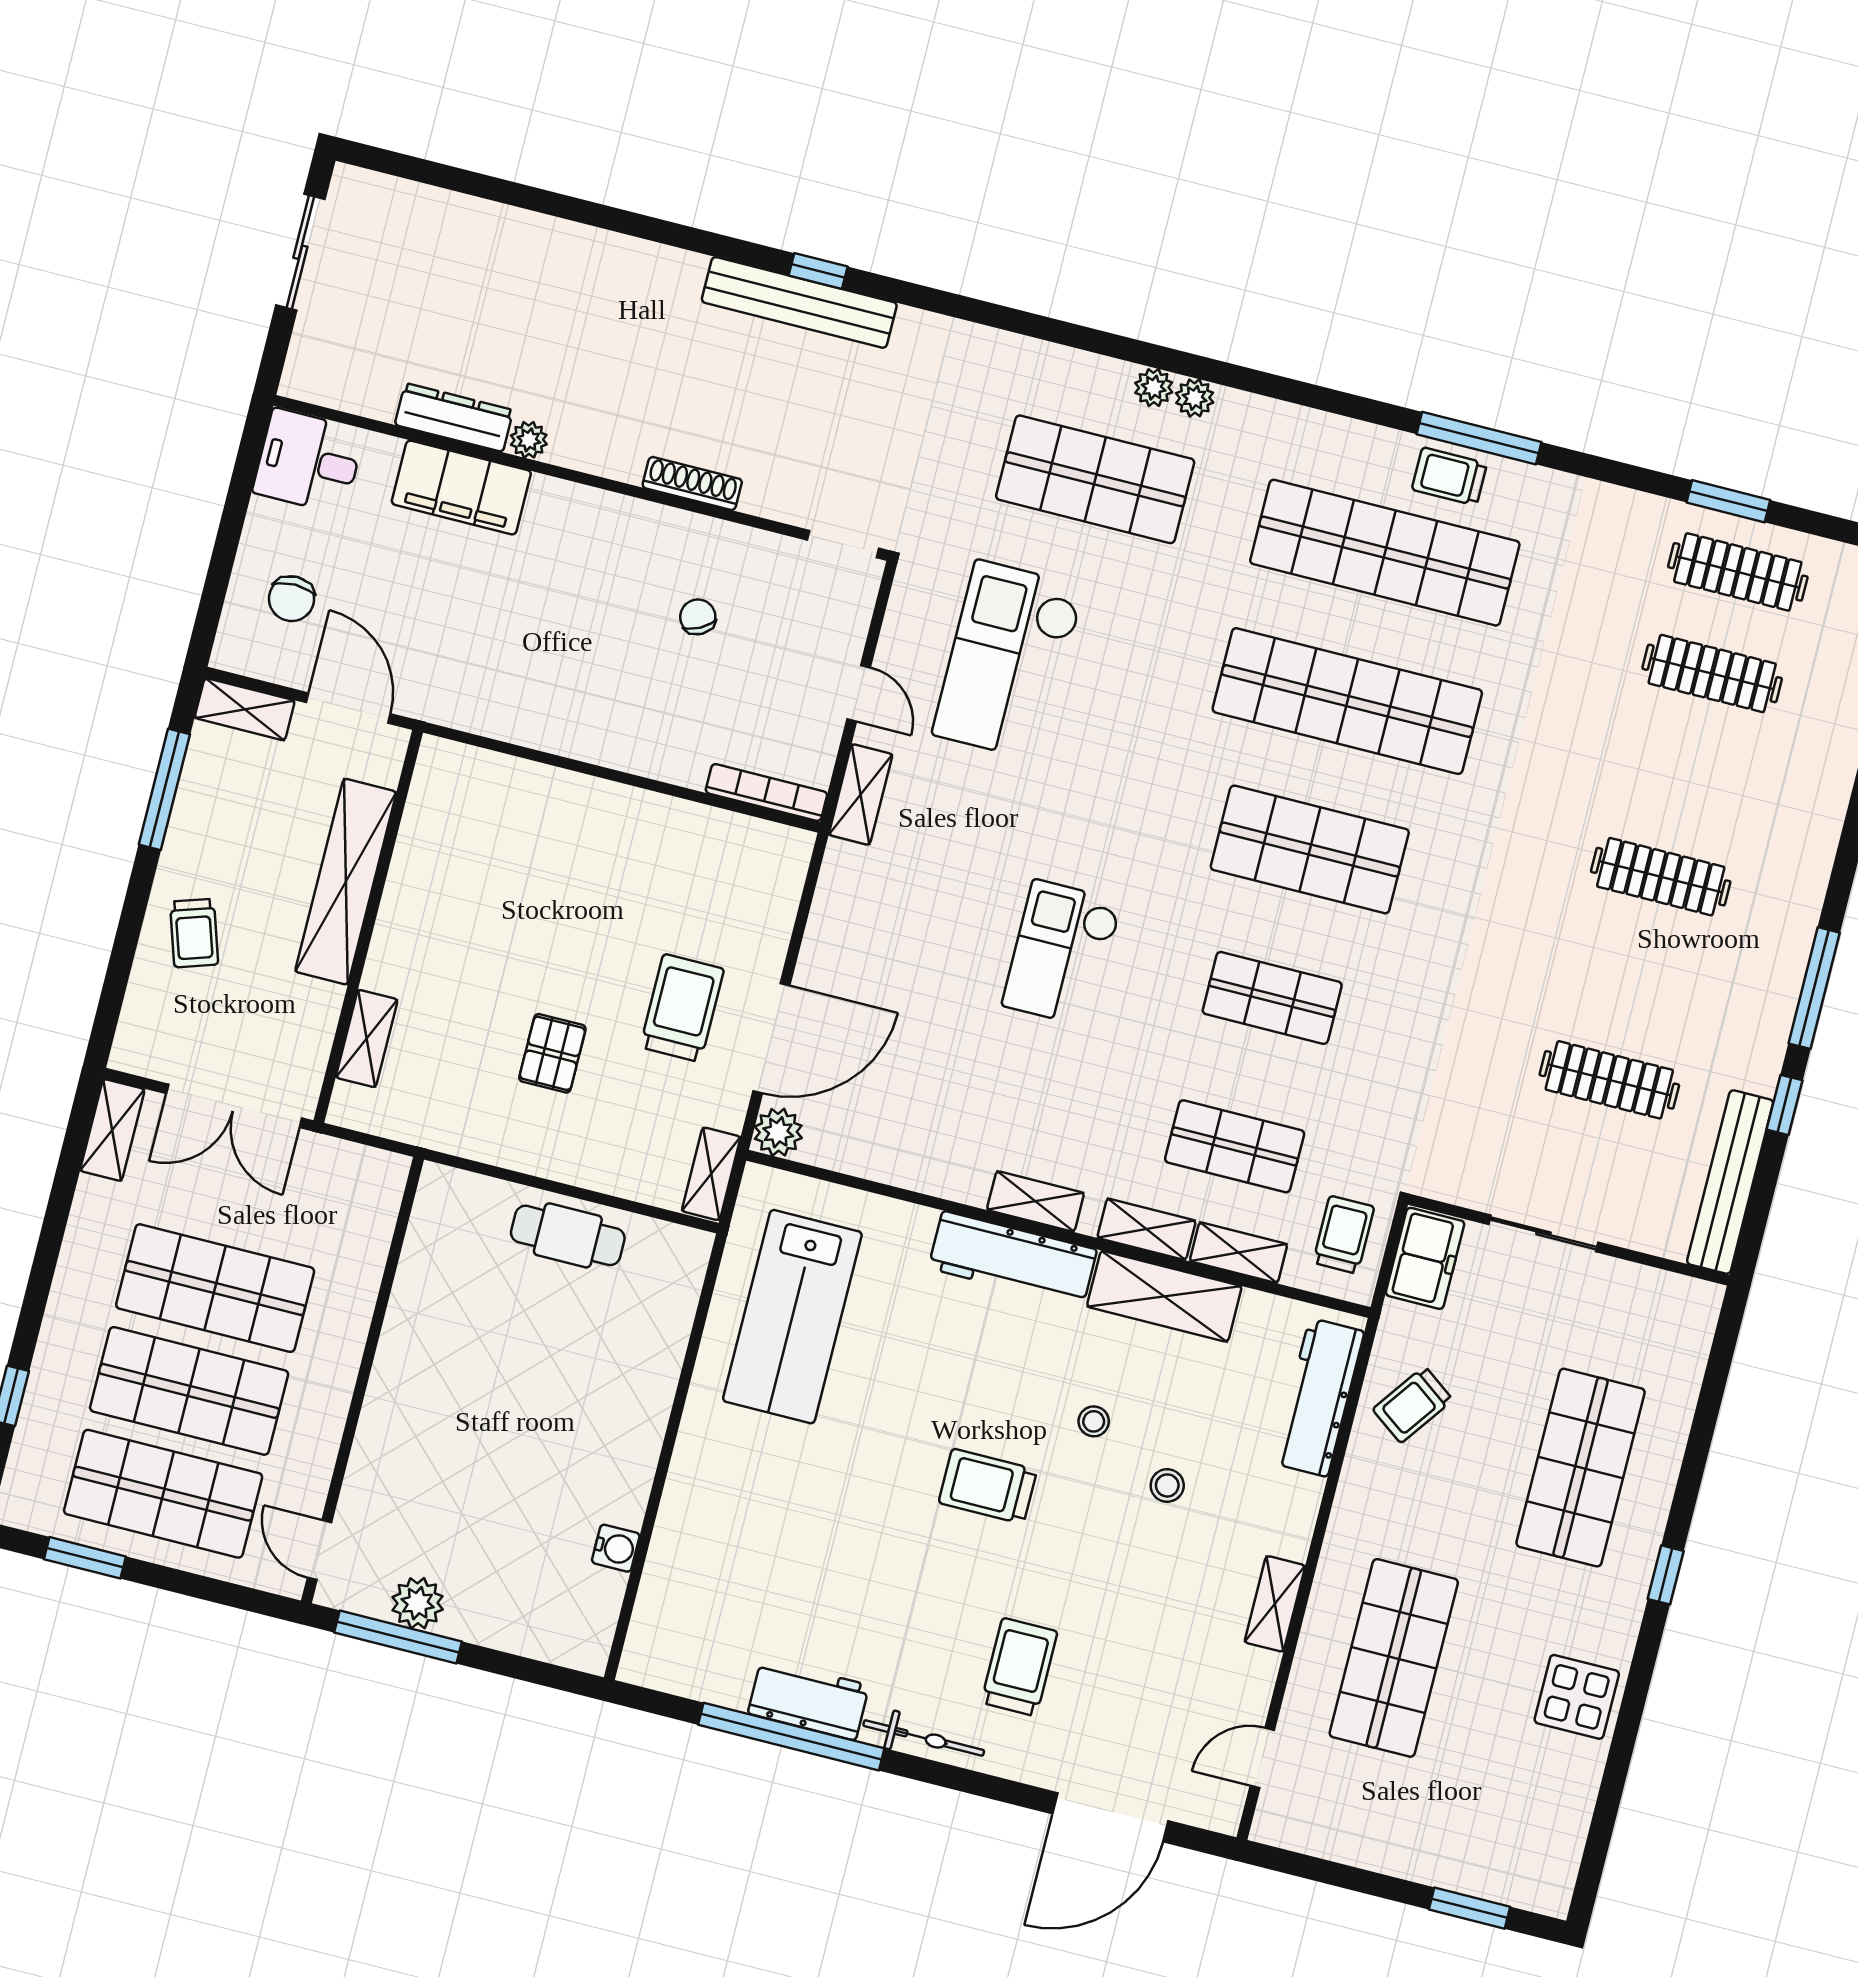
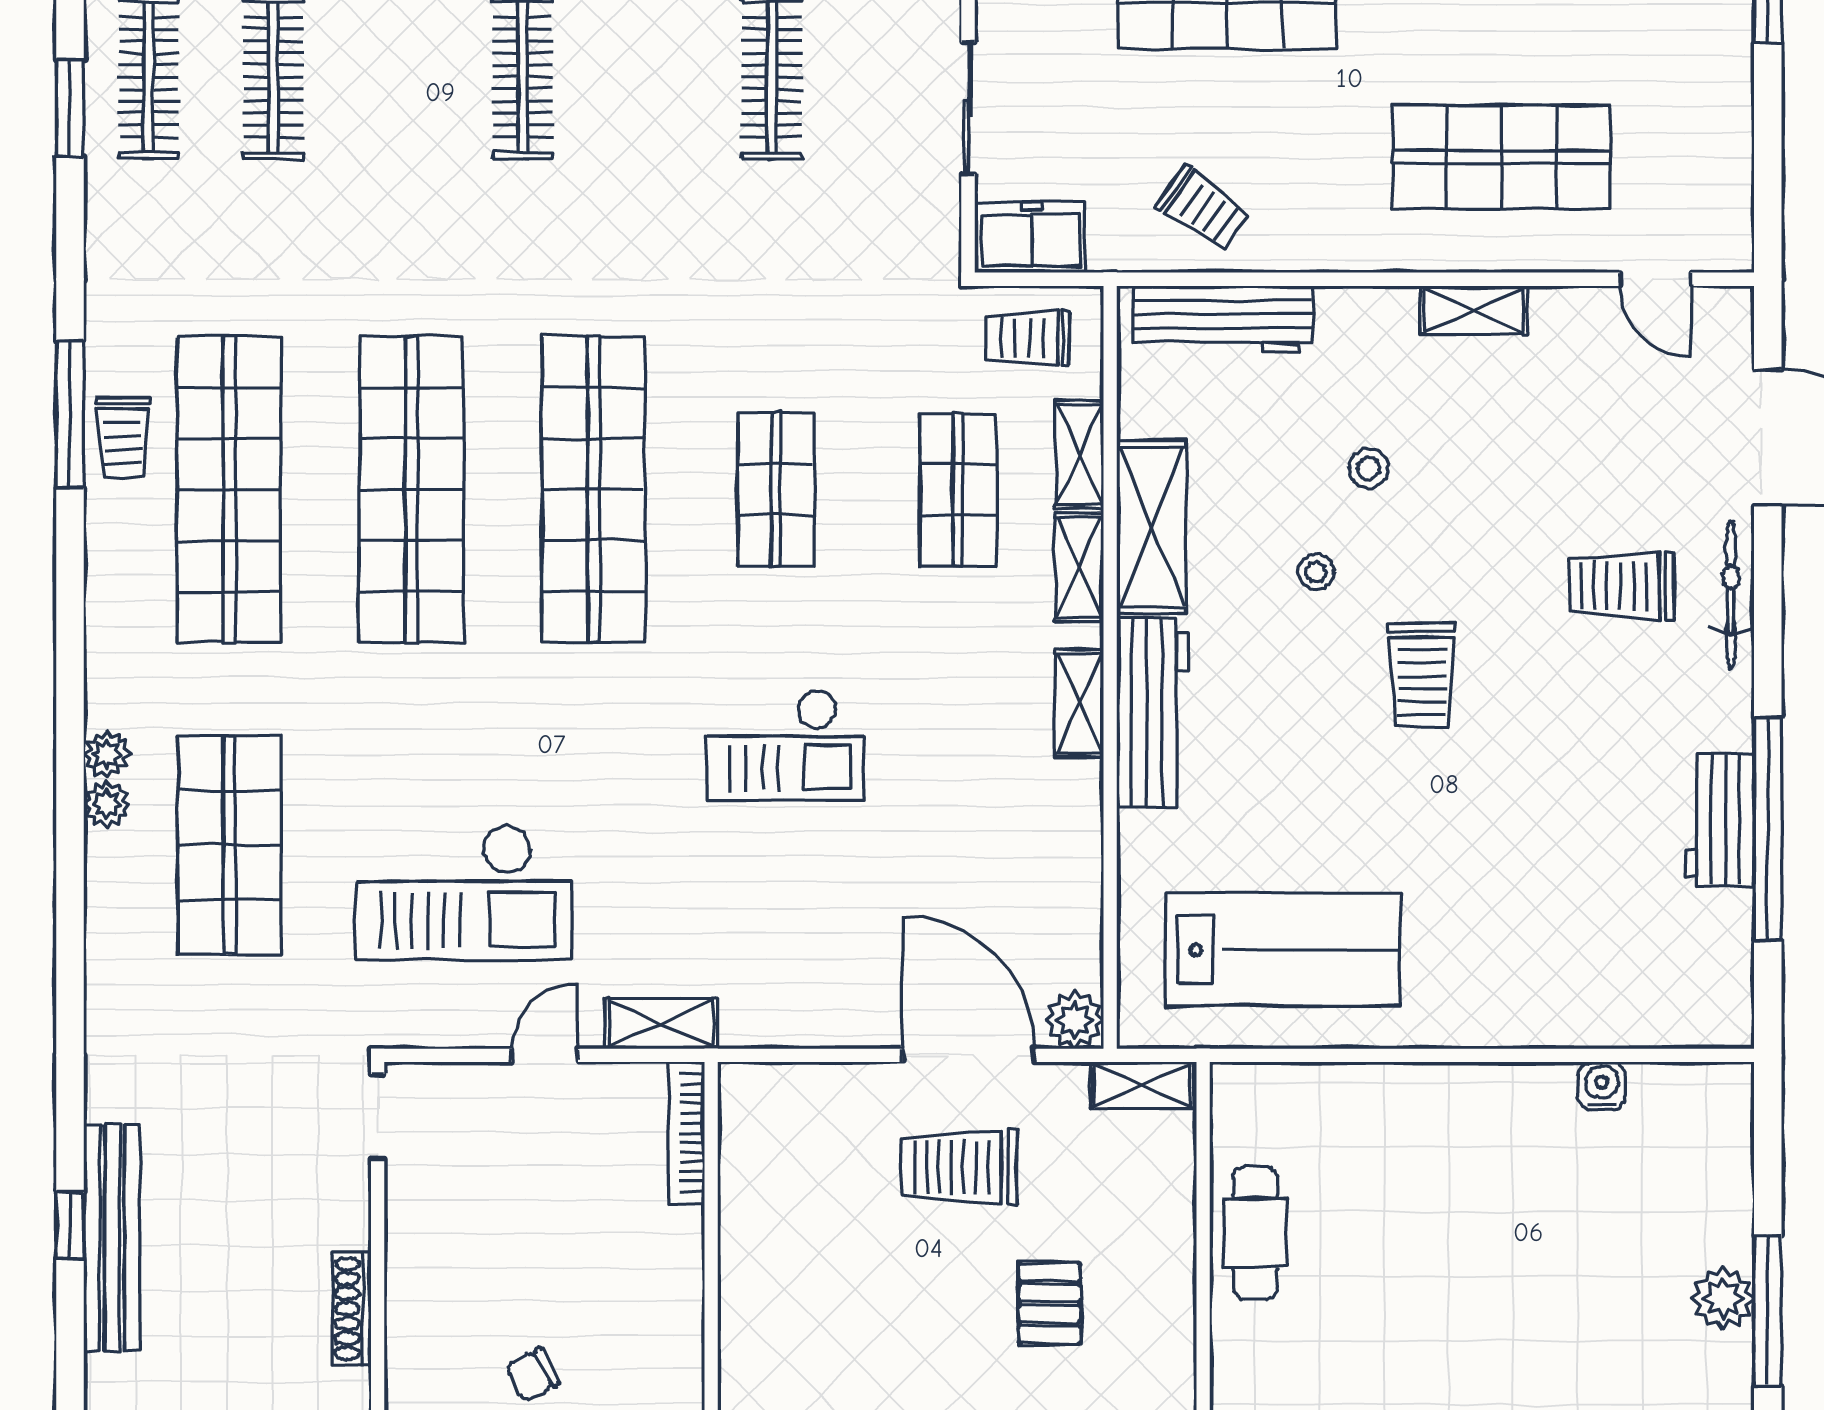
chair: (698, 617) -> (533, 1375), moved
shop shelf: (1310, 849) -> (594, 490), width x1.40
pallet: (552, 1053) -> (1050, 1303), turned 90
bicycle: (924, 1738) -> (1731, 595), moved

